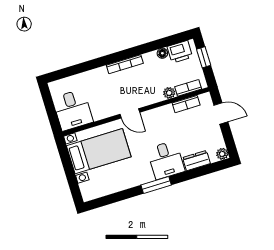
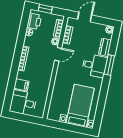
filing cabinet: (90, 80) -> (21, 85), added
desk: (73, 110) -> (23, 103), moved, turned 180
door: (130, 113) -> (58, 54), moved
bed with nightstands: (99, 151) -> (80, 106), moved
window: (156, 185) -> (109, 65), moved

